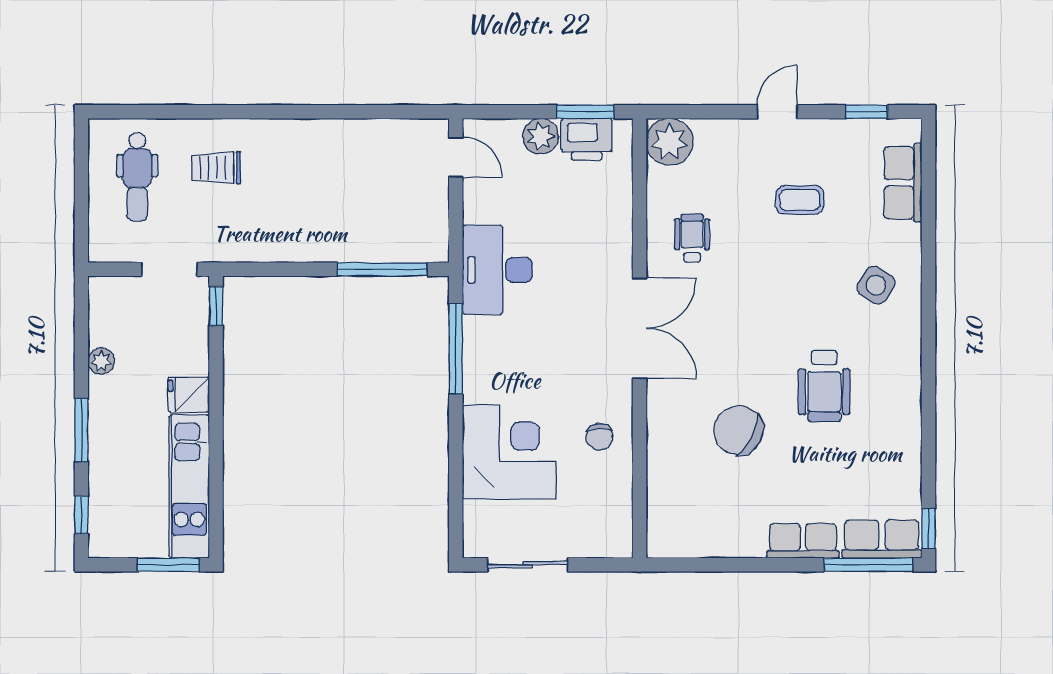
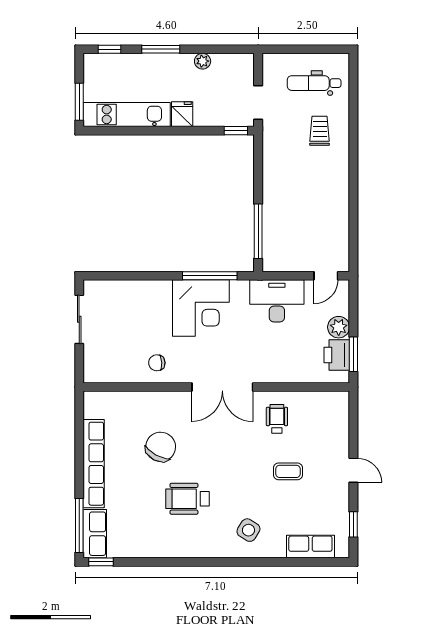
plant: (670, 142) -> (335, 405), removed
coffee table: (800, 200) -> (288, 471), moved, turned 90
wheelchair: (692, 238) -> (277, 419), turned -90
desk: (497, 270) -> (277, 301), moved
corner desk: (509, 452) -> (201, 308), moved
row of seats: (803, 541) -> (94, 464), width x2.02

